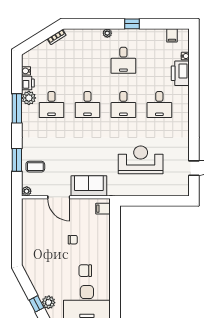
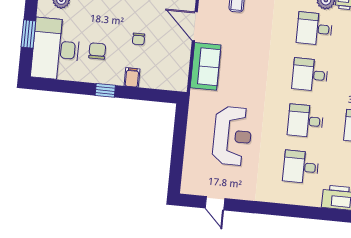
door: (59, 197) -> (195, 26), hinge flipped
filing cabinet: (103, 209) -> (132, 77), moved
window: (115, 261) -> (105, 90), added

